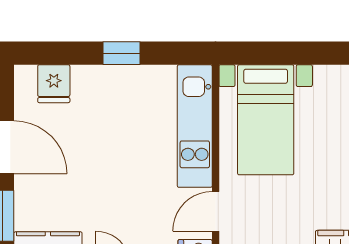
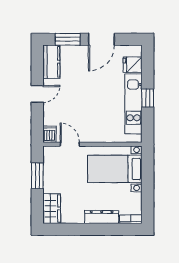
kitchen unit: (195, 126) -> (133, 104), moved, turned -90

